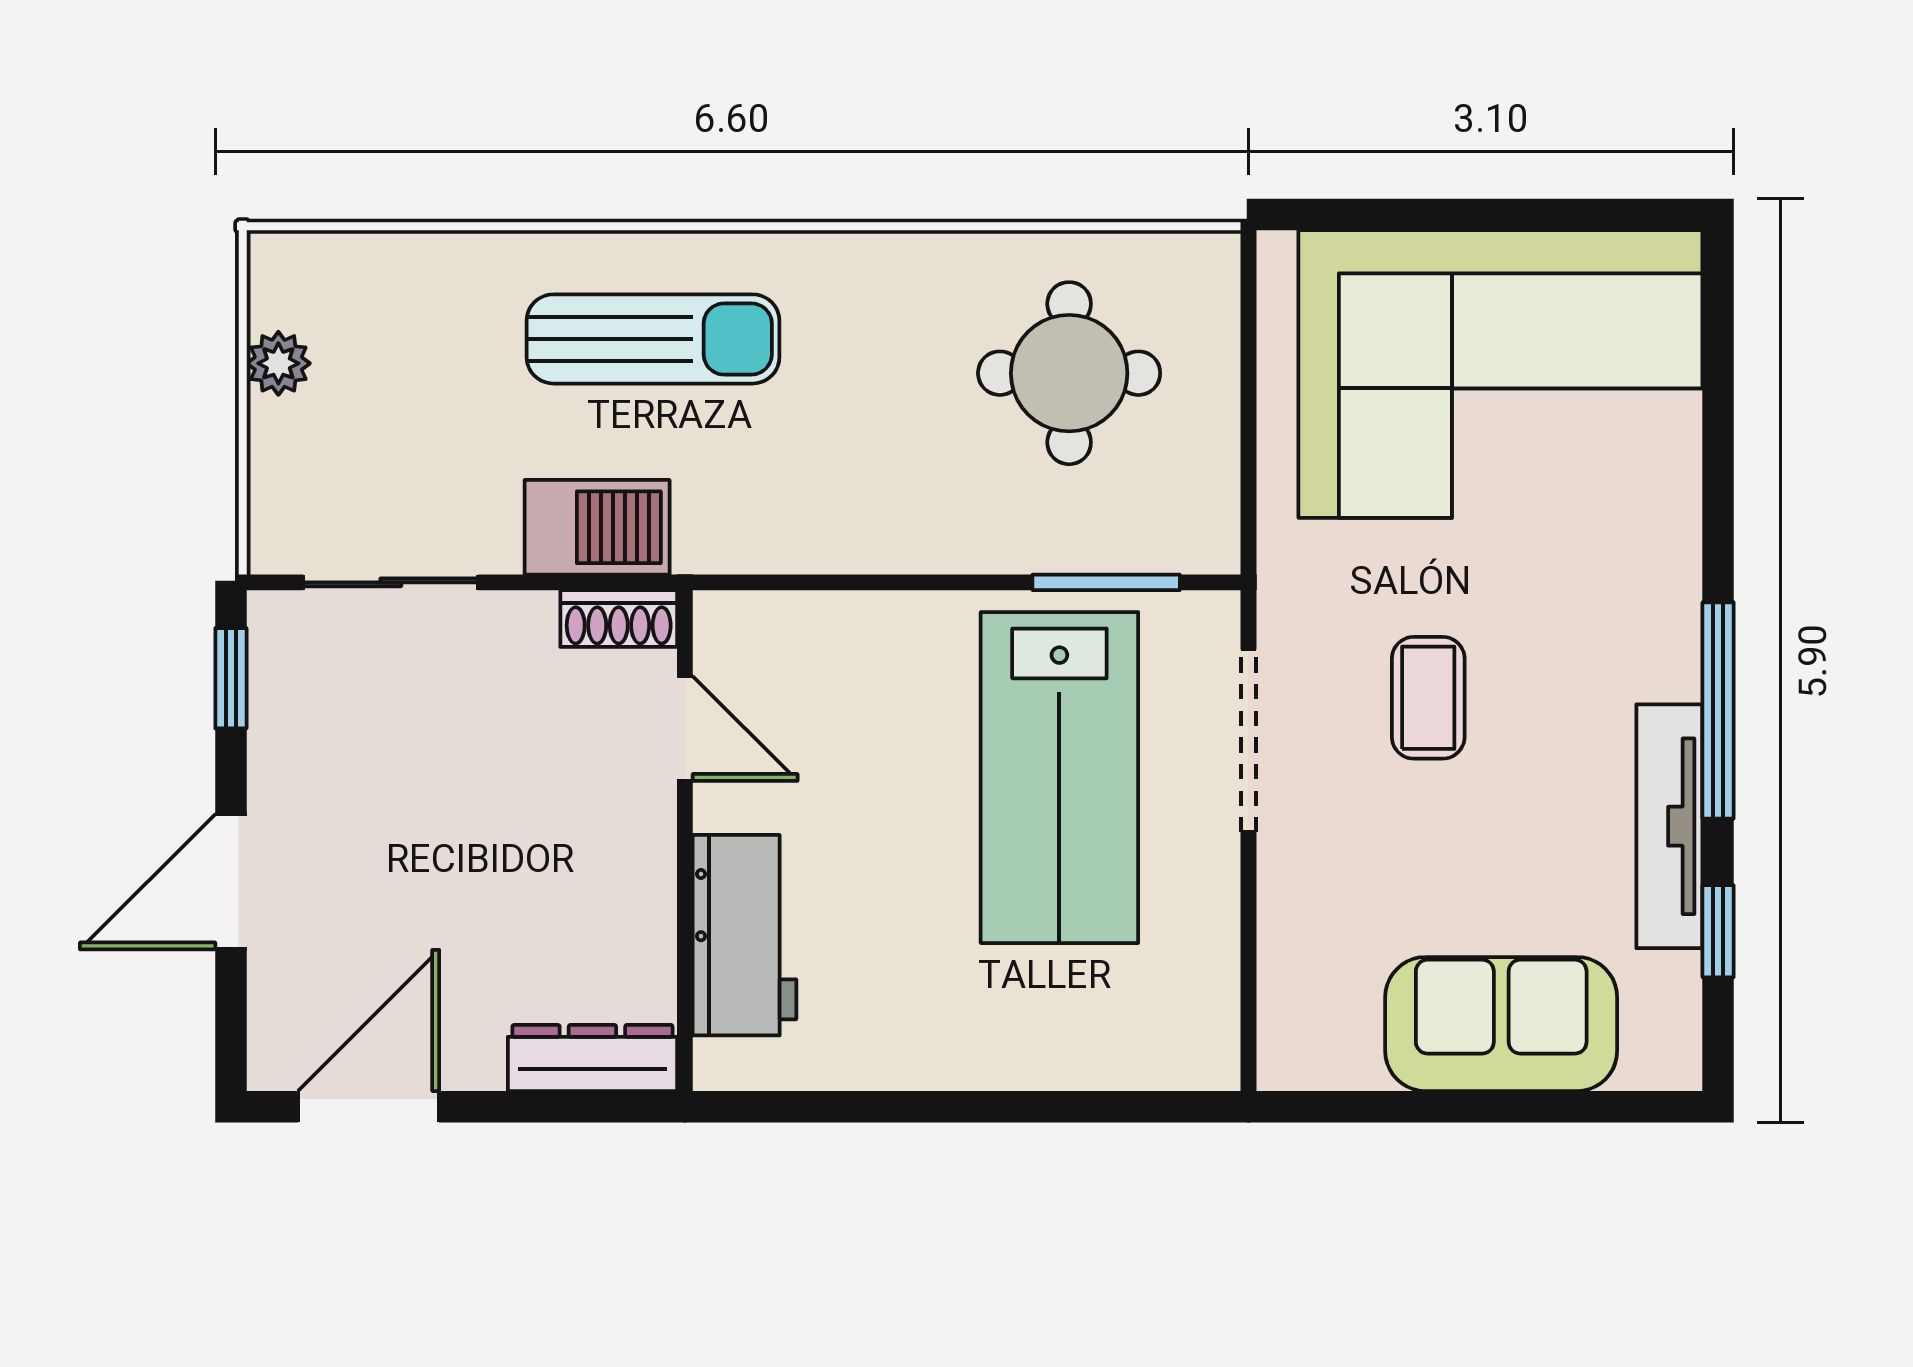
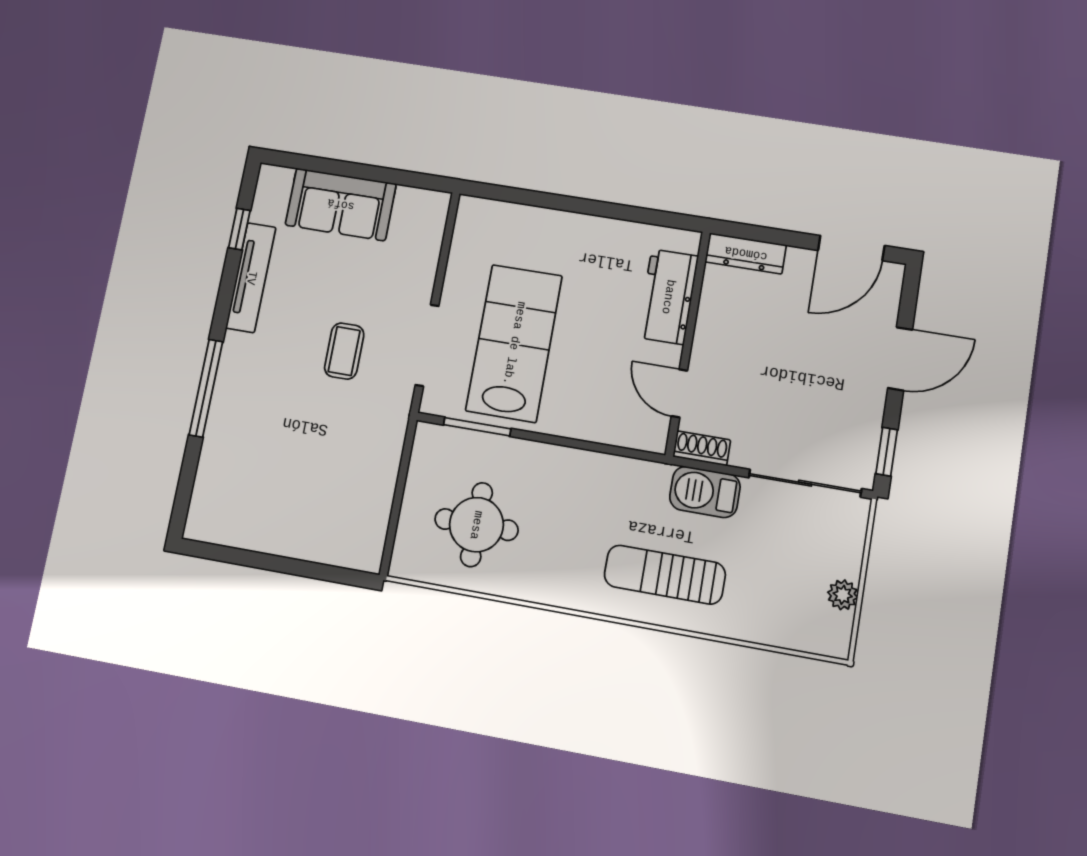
corner sofa: (1500, 374) -> (284, 490), removed
sliding door: (391, 582) -> (805, 483), width x1.37
window: (1718, 710) -> (206, 388), moved

